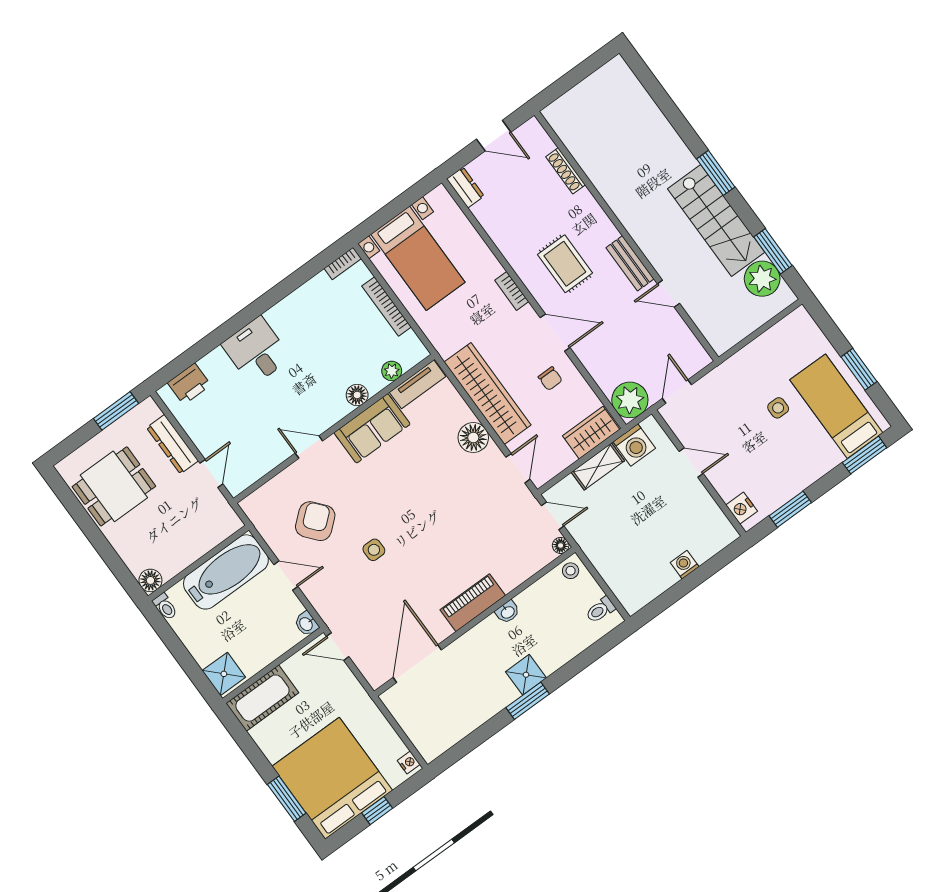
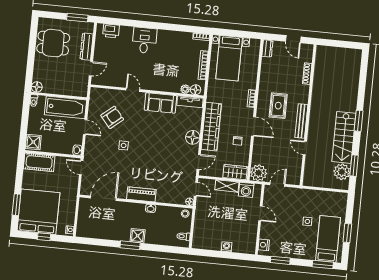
bench: (630, 263) -> (301, 121), width x1.36
floor lamp: (357, 395) -> (196, 90), moved

